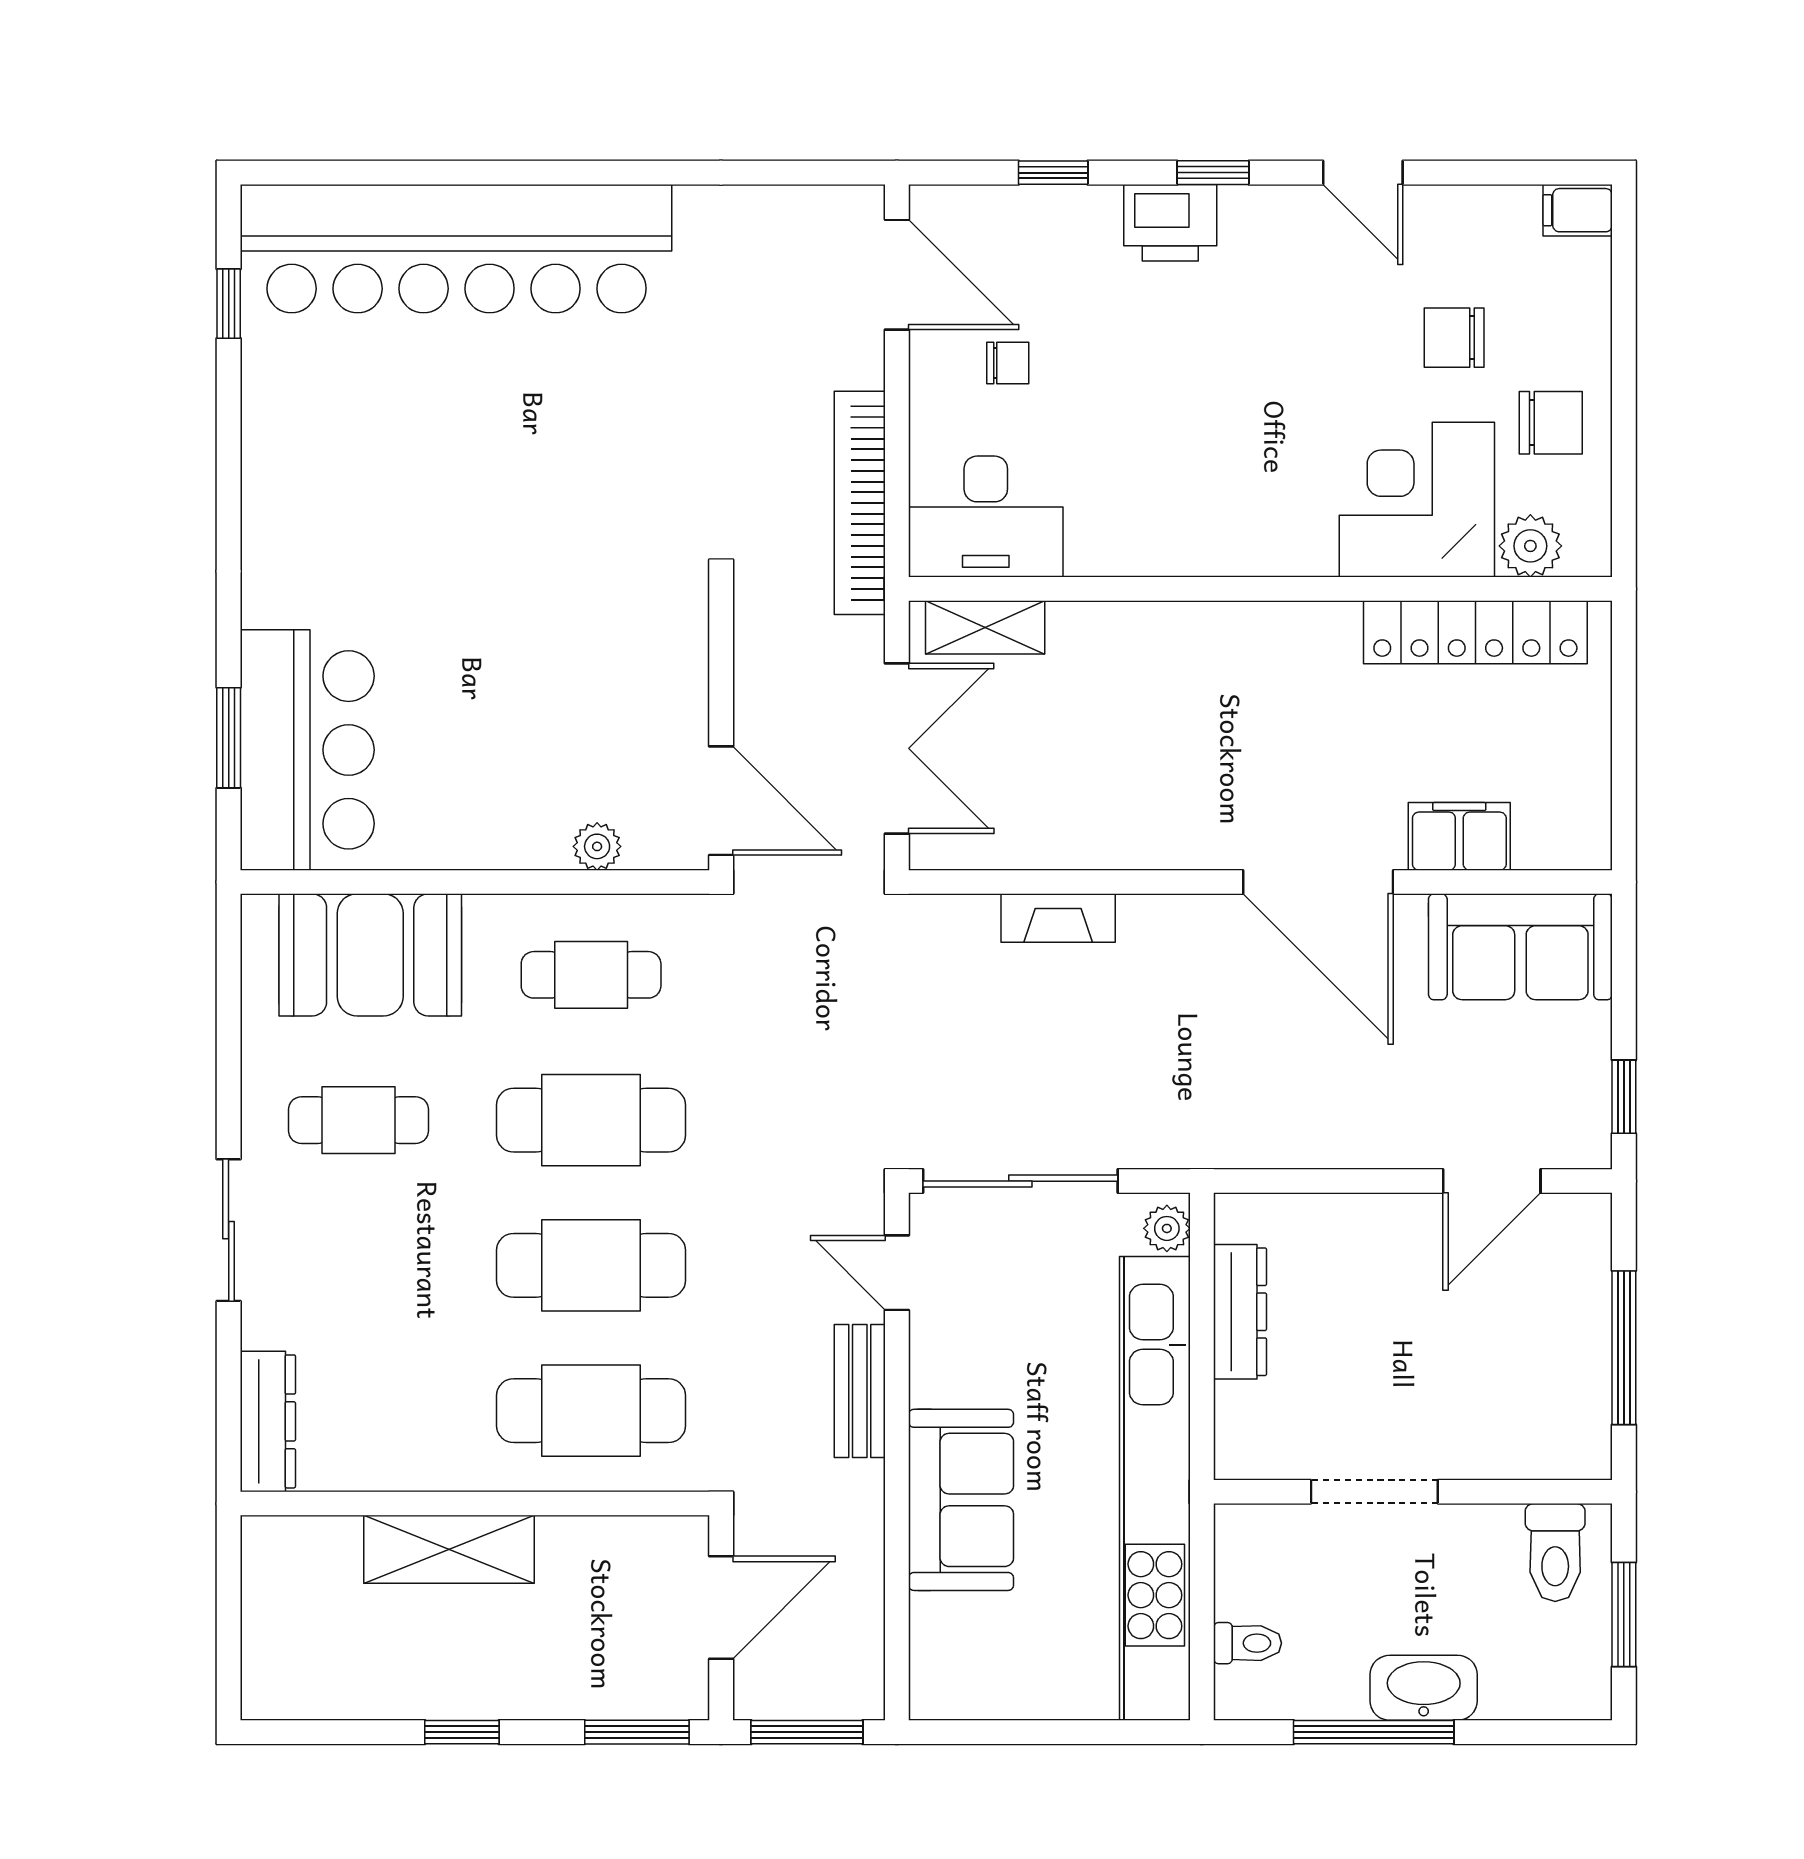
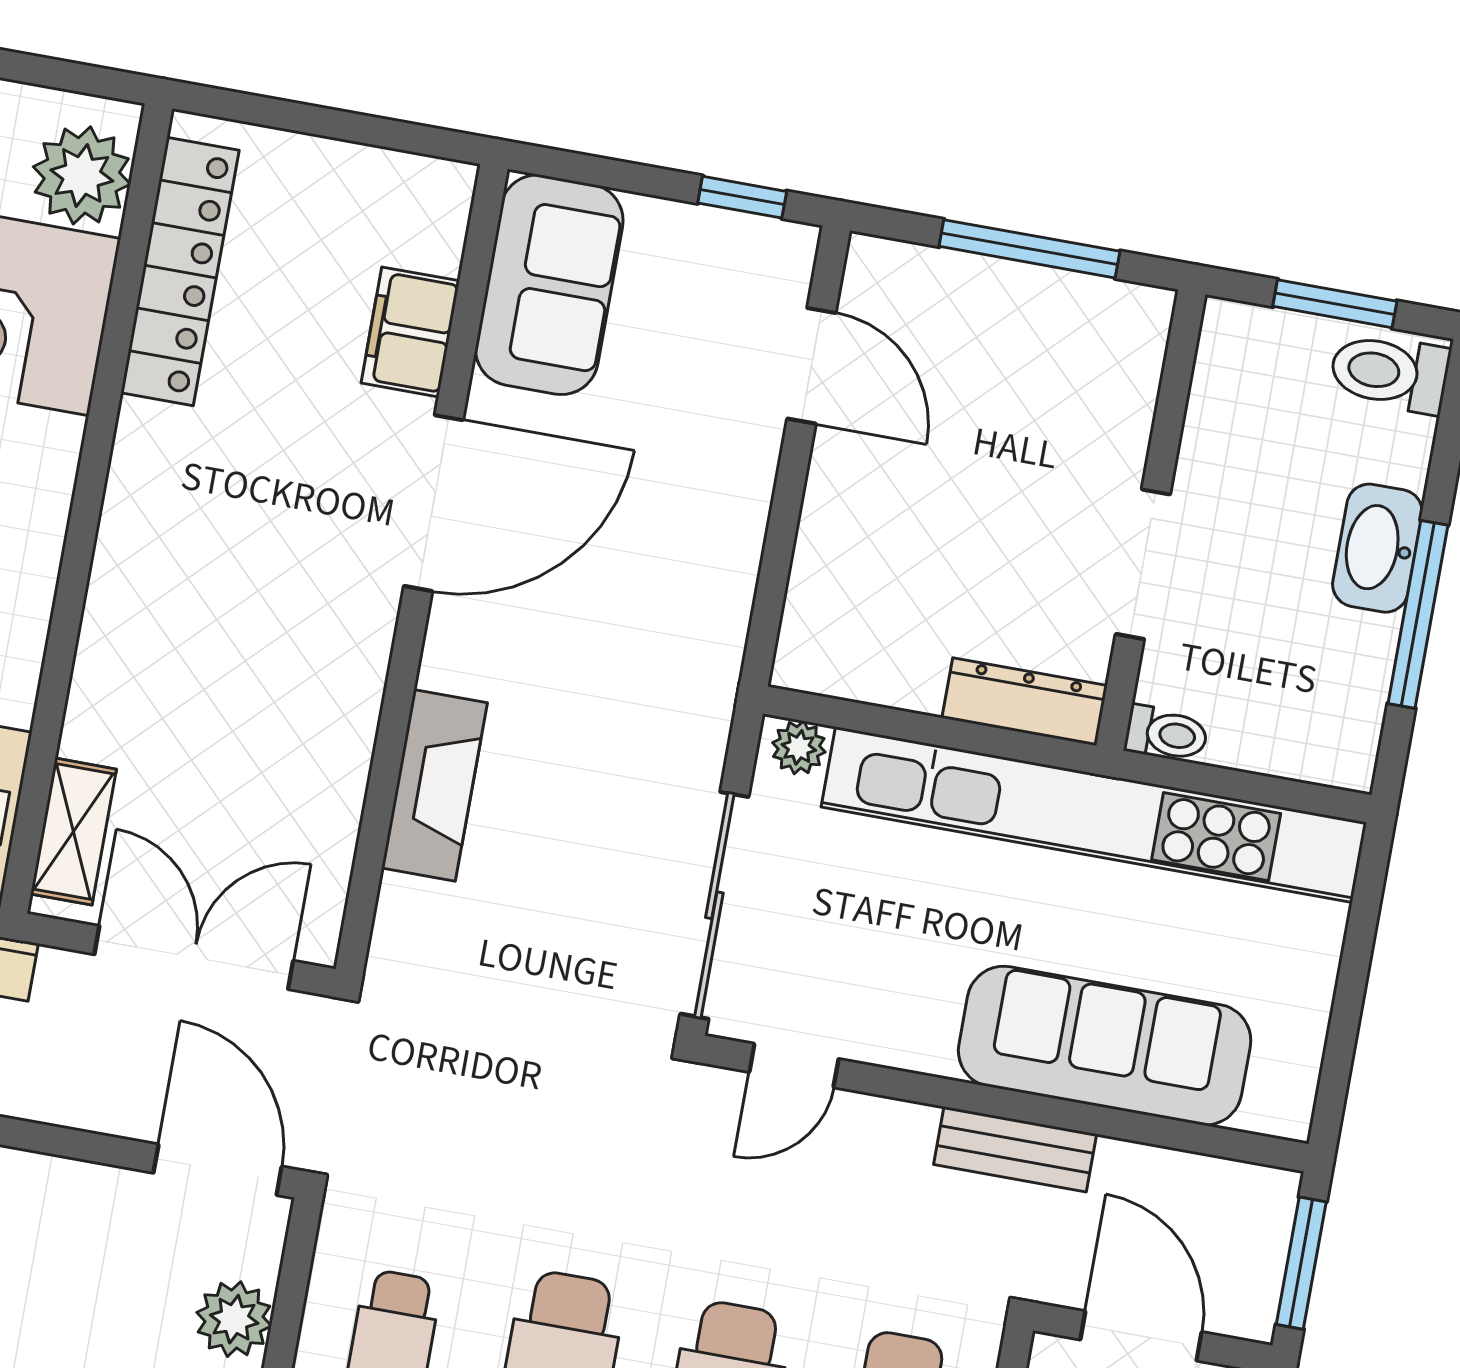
plant: (1530, 546) -> (82, 175), width x1.36, depth x1.36
door: (721, 801) -> (218, 1170), hinge flipped
plant: (597, 846) -> (234, 1319), width x1.38, depth x1.38
fireplace: (1058, 918) -> (434, 785), width x1.37, depth x1.32
dresser: (1240, 1312) -> (1025, 702), moved
bench: (860, 1391) -> (1015, 1149), moved
sofa: (961, 1500) -> (1105, 1046), width x1.36
toilet: (1555, 1553) -> (1390, 373), moved, turned 180
toilet: (1247, 1643) -> (1166, 734), moved, turned 90

